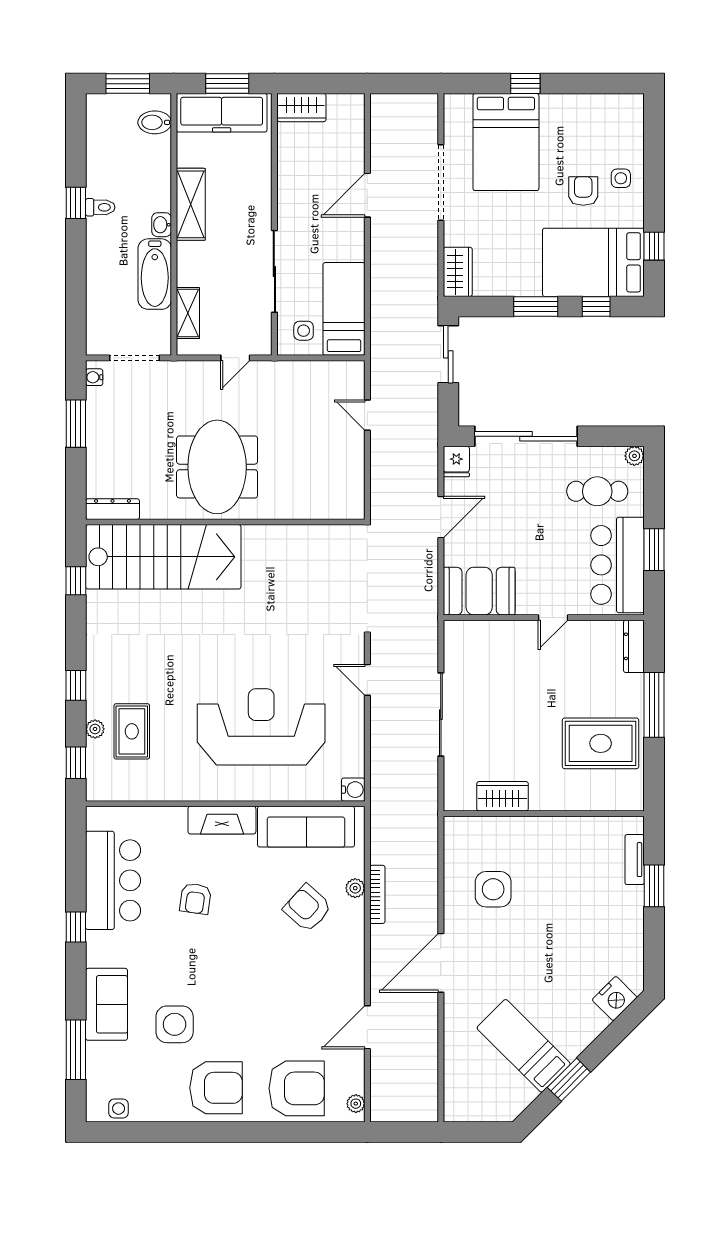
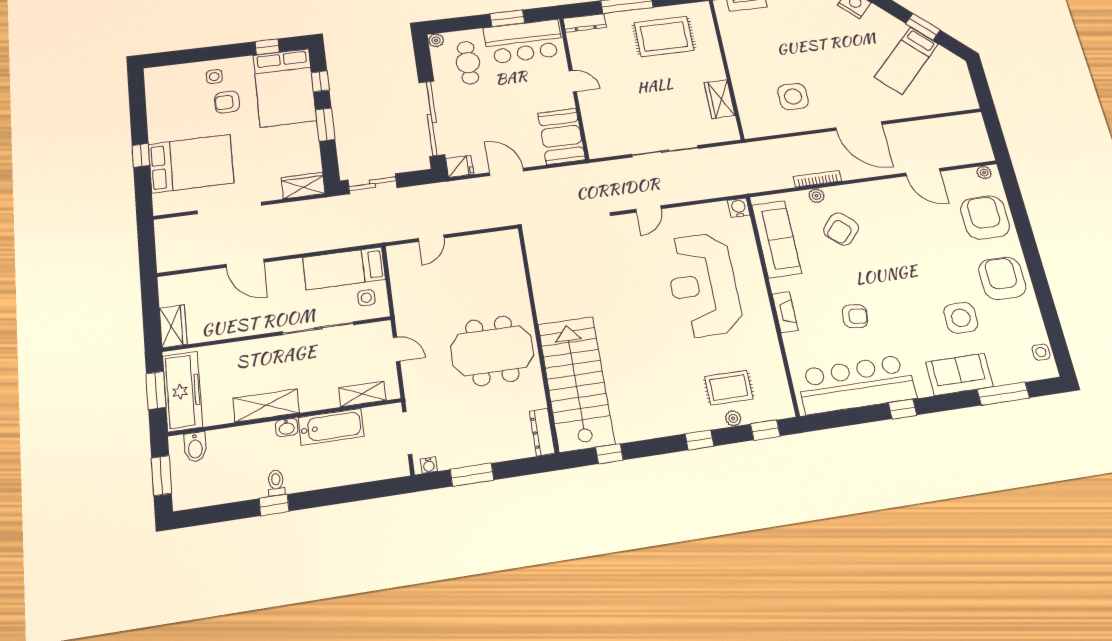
rug: (601, 743) -> (664, 37), turned 90
fireplace: (222, 820) -> (785, 312), width x0.73, depth x0.76
bar counter: (113, 880) -> (856, 384), width x1.36

